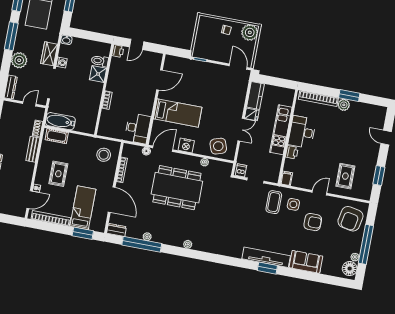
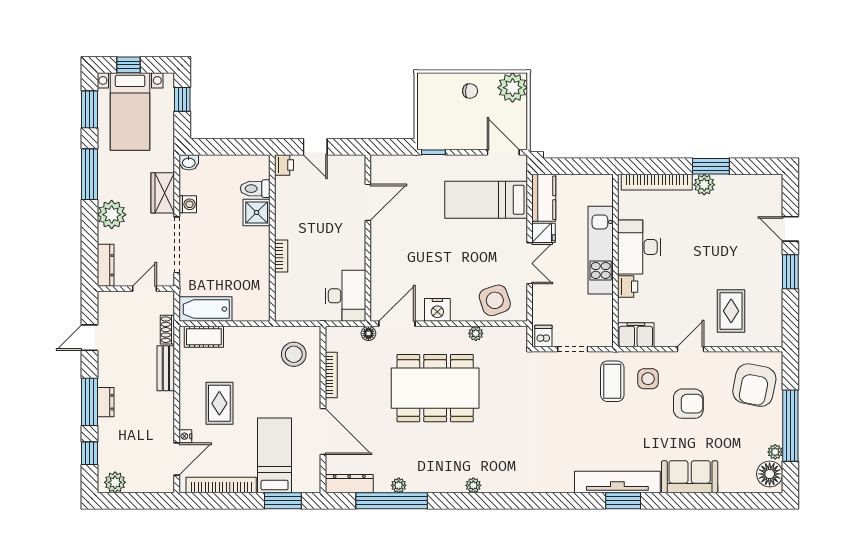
door: (137, 44) -> (315, 147), hinge flipped
bed: (178, 113) -> (486, 200), moved, turned 180
window: (379, 176) -> (790, 272), moved
filing cabinet: (286, 178) -> (636, 335), width x2.00
dresser: (117, 230) -> (349, 484), width x1.44

